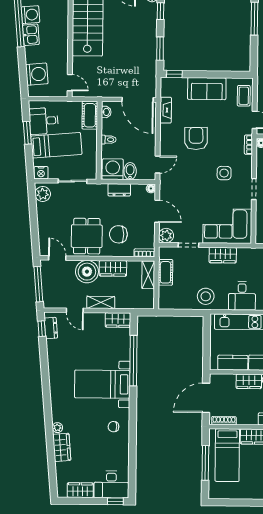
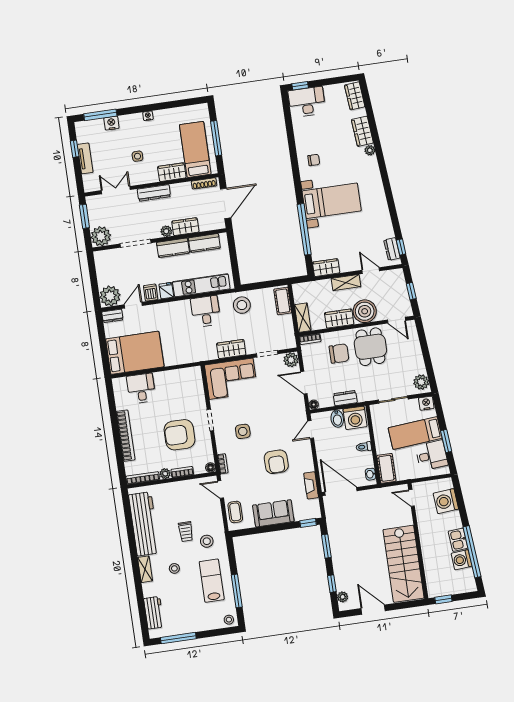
cot: (165, 272) -> (283, 301), moved
window: (38, 284) -> (411, 291), width x0.46
wardrobe: (80, 490) -> (355, 96), moved, turned 85

